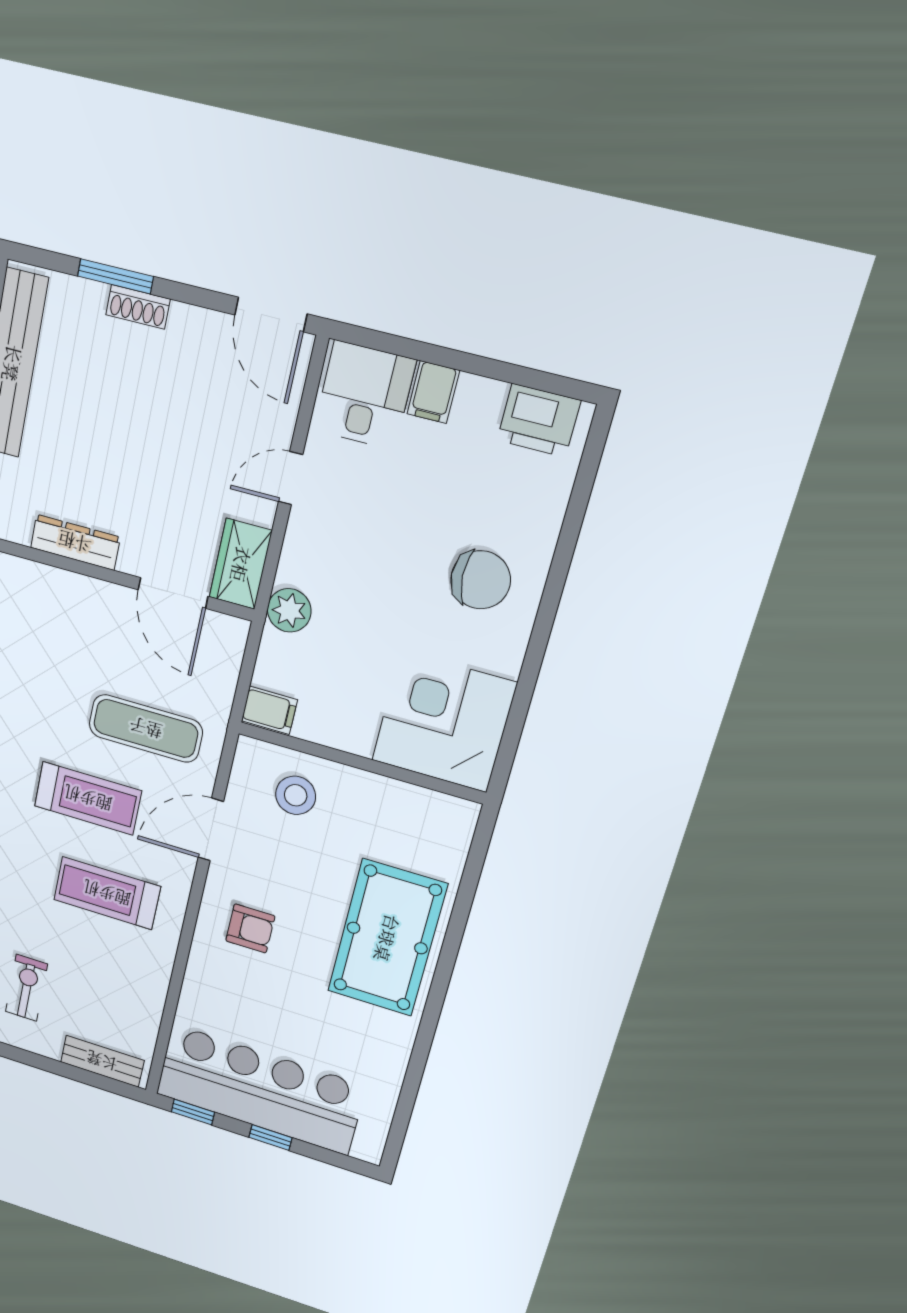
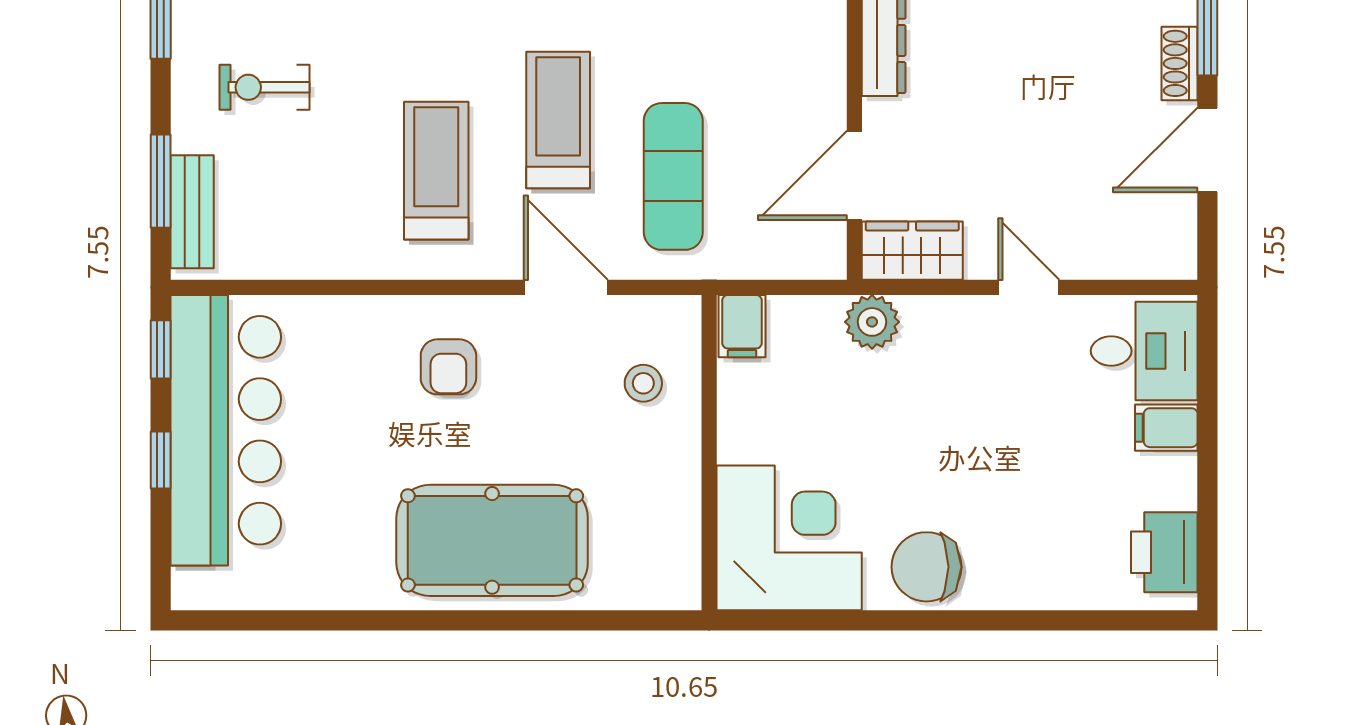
door: (271, 314) -> (1207, 150), moved
chair: (481, 580) -> (926, 567), moved, turned 93
stool: (296, 795) -> (643, 383), width x0.73, depth x0.73
treadmill: (88, 798) -> (558, 120), turned 180
exercise bike: (26, 988) -> (264, 87), turned 180
window: (77, 1074) -> (161, 181), added

